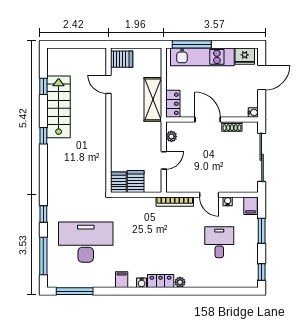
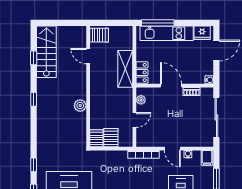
stairs: (59, 107) -> (46, 52), moved
plant: (99, 143) -> (80, 106), added

